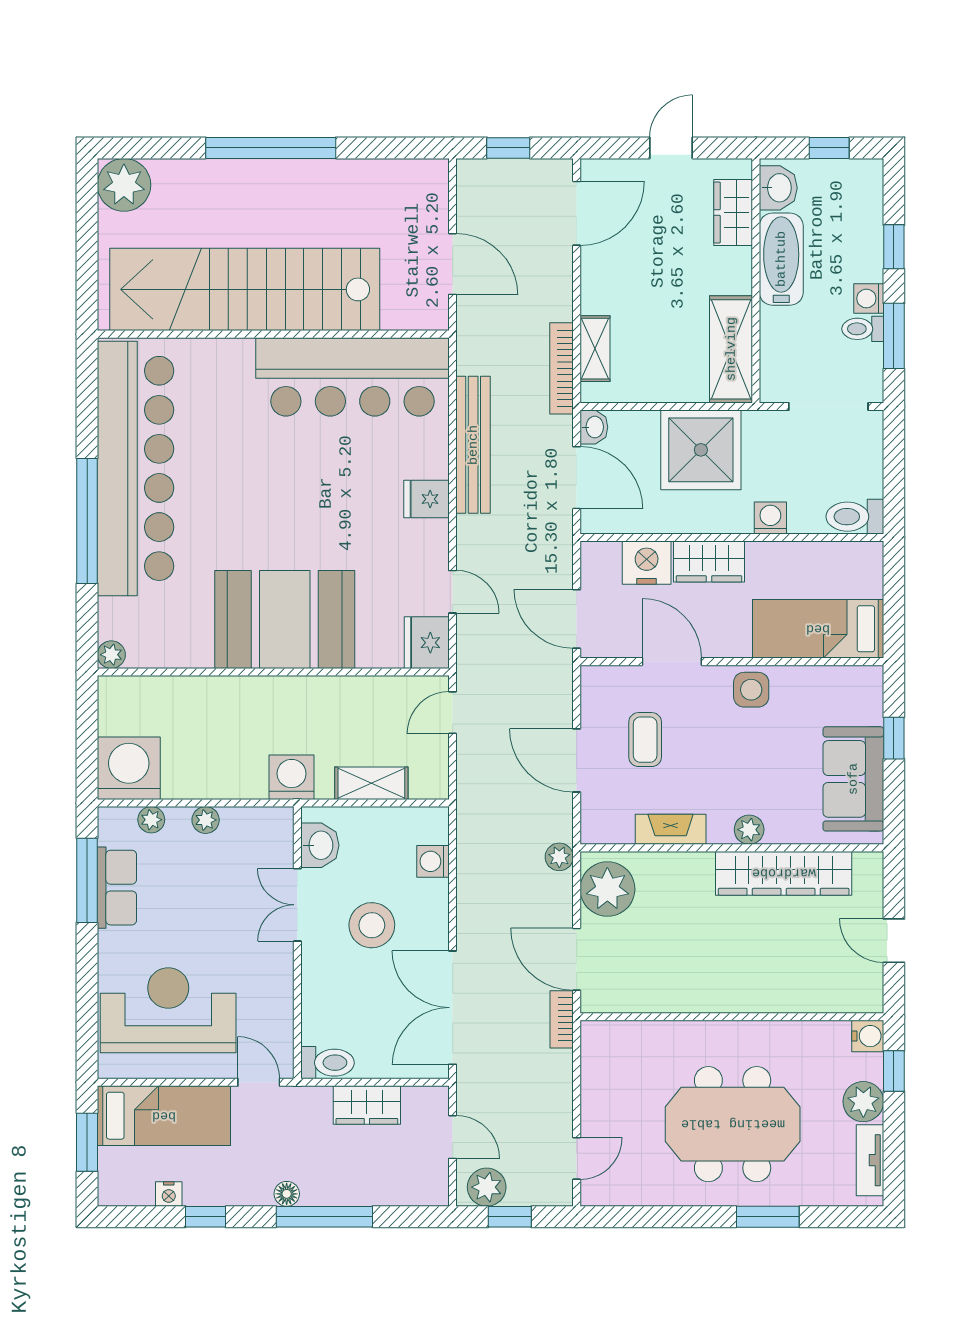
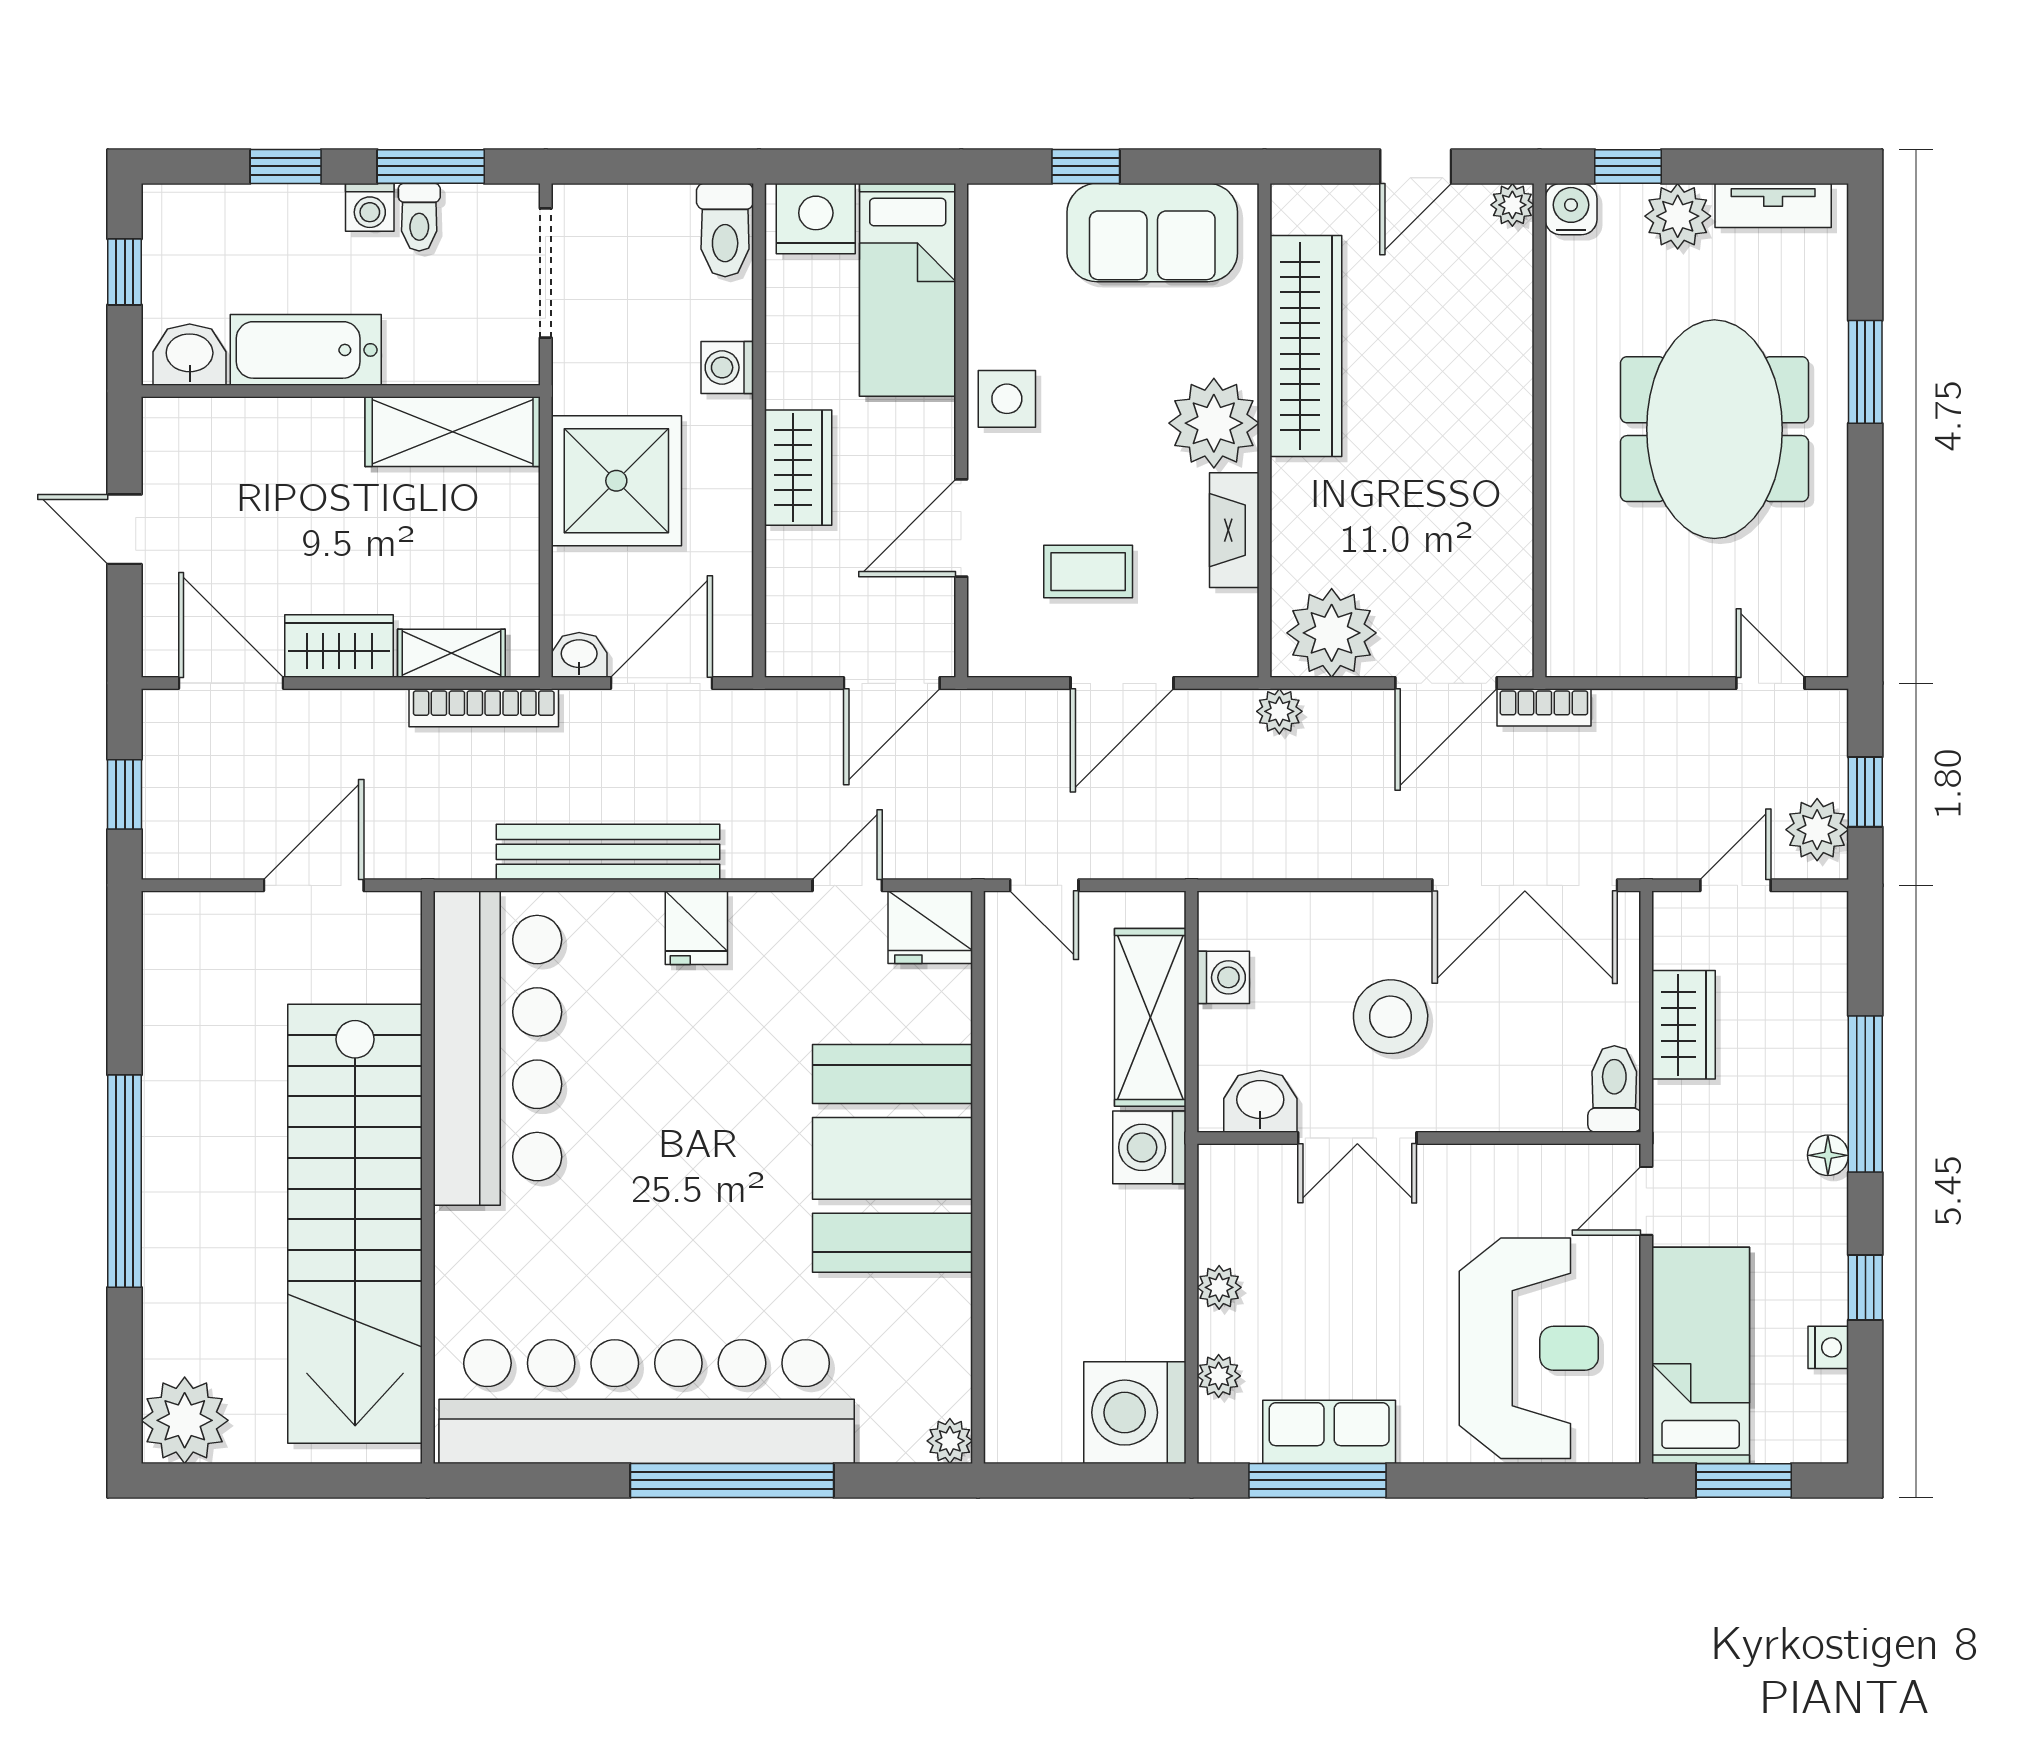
wardrobe: (733, 212) -> (339, 646), moved, turned 180
nightstand: (647, 563) -> (816, 219), moved, turned 90
shelving: (371, 783) -> (1150, 1017), width x1.50, depth x1.33
plant: (749, 830) -> (1214, 423), width x1.88, depth x1.88
washing machine: (433, 861) -> (1223, 977), moved, turned -90
plant: (870, 1000) -> (1512, 205), added
reception desk: (168, 1010) -> (1529, 1348), turned 180

